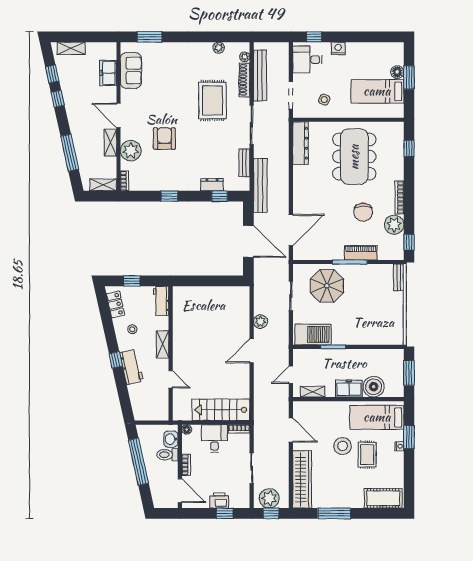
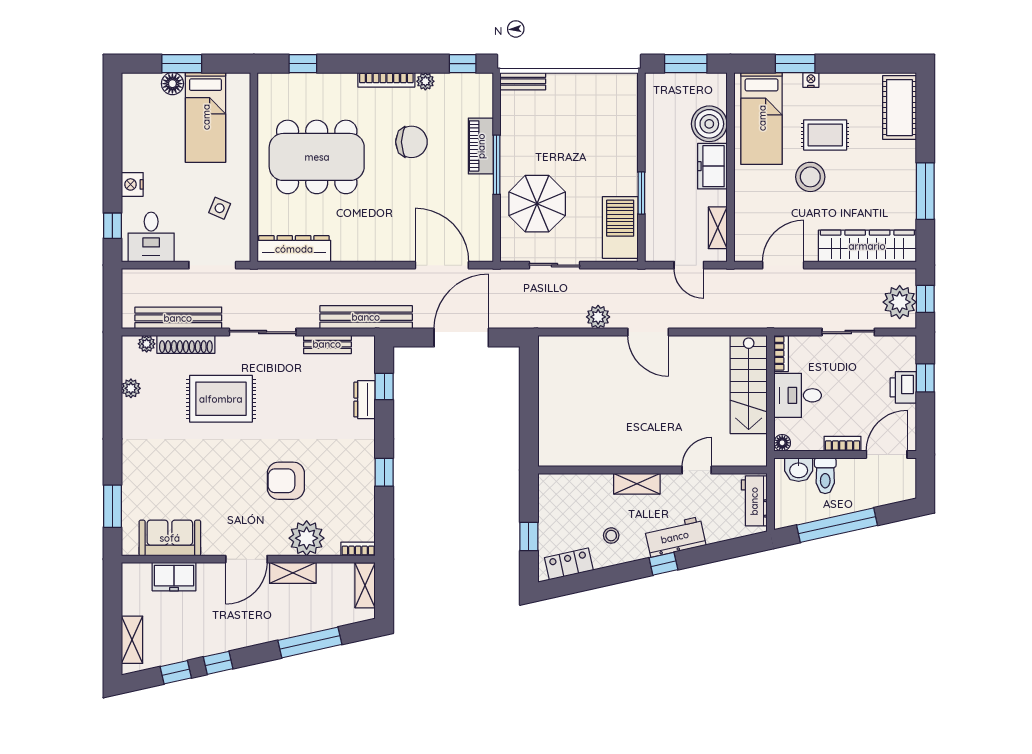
plant: (394, 225) -> (425, 81), width x0.53, depth x0.53
workbench: (161, 301) -> (754, 501), moved, turned 90

